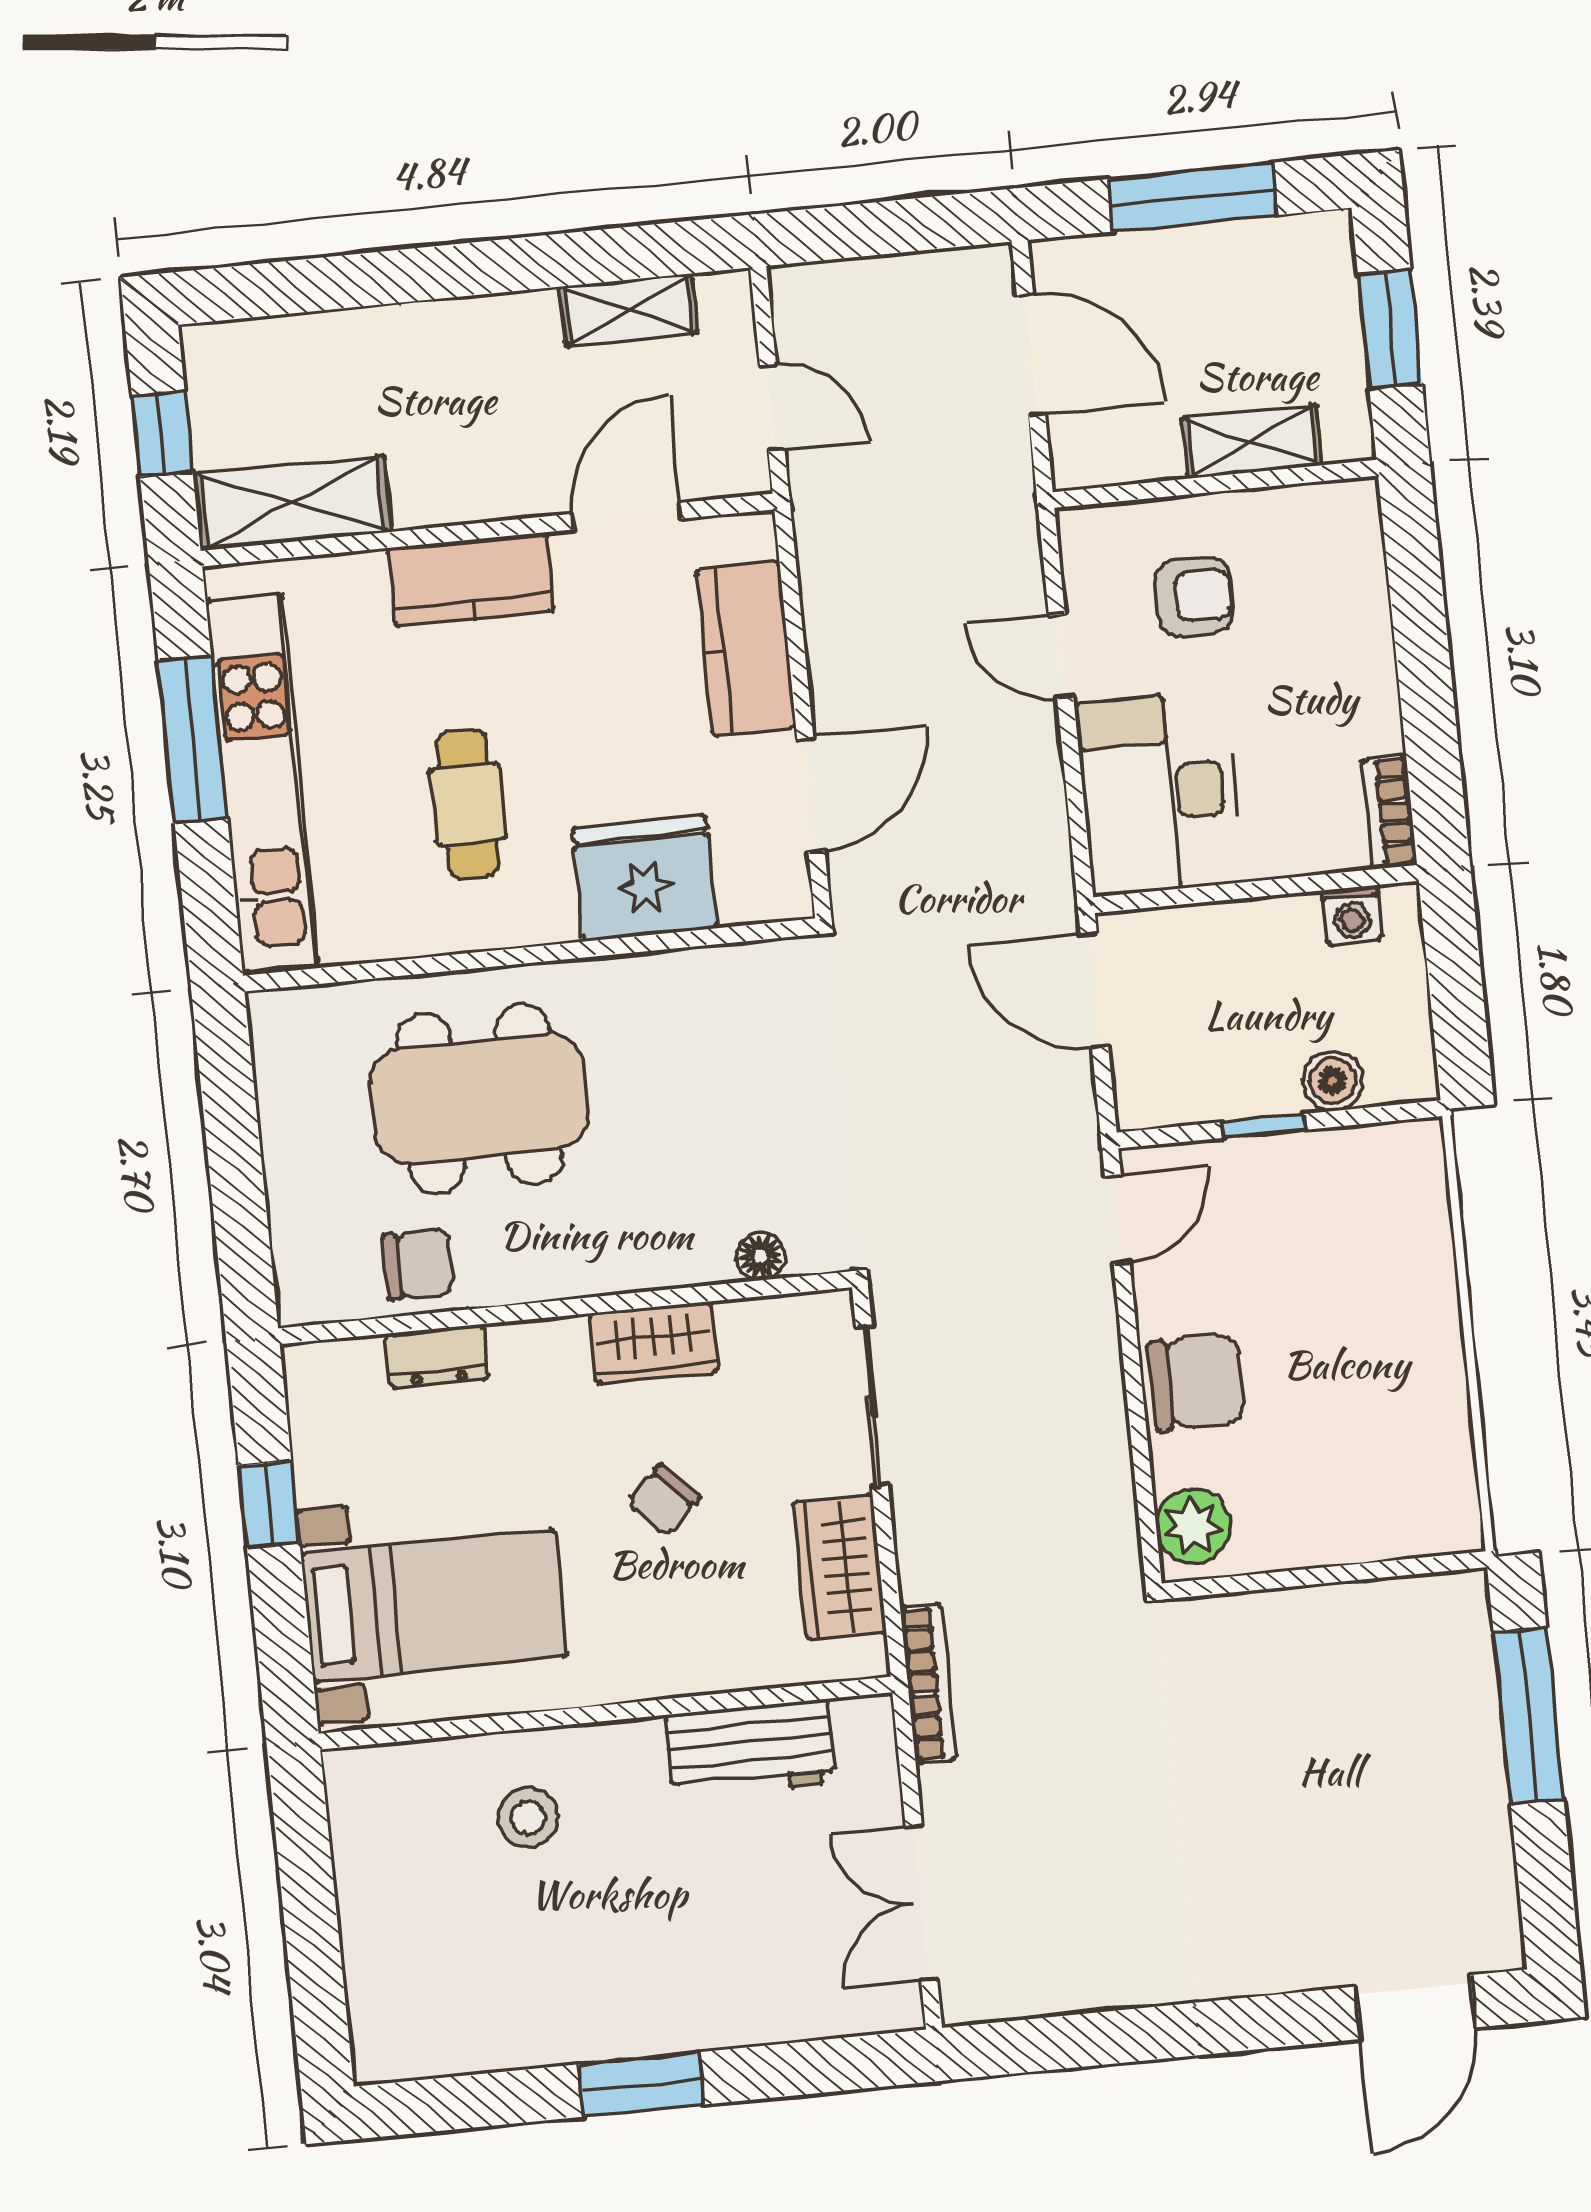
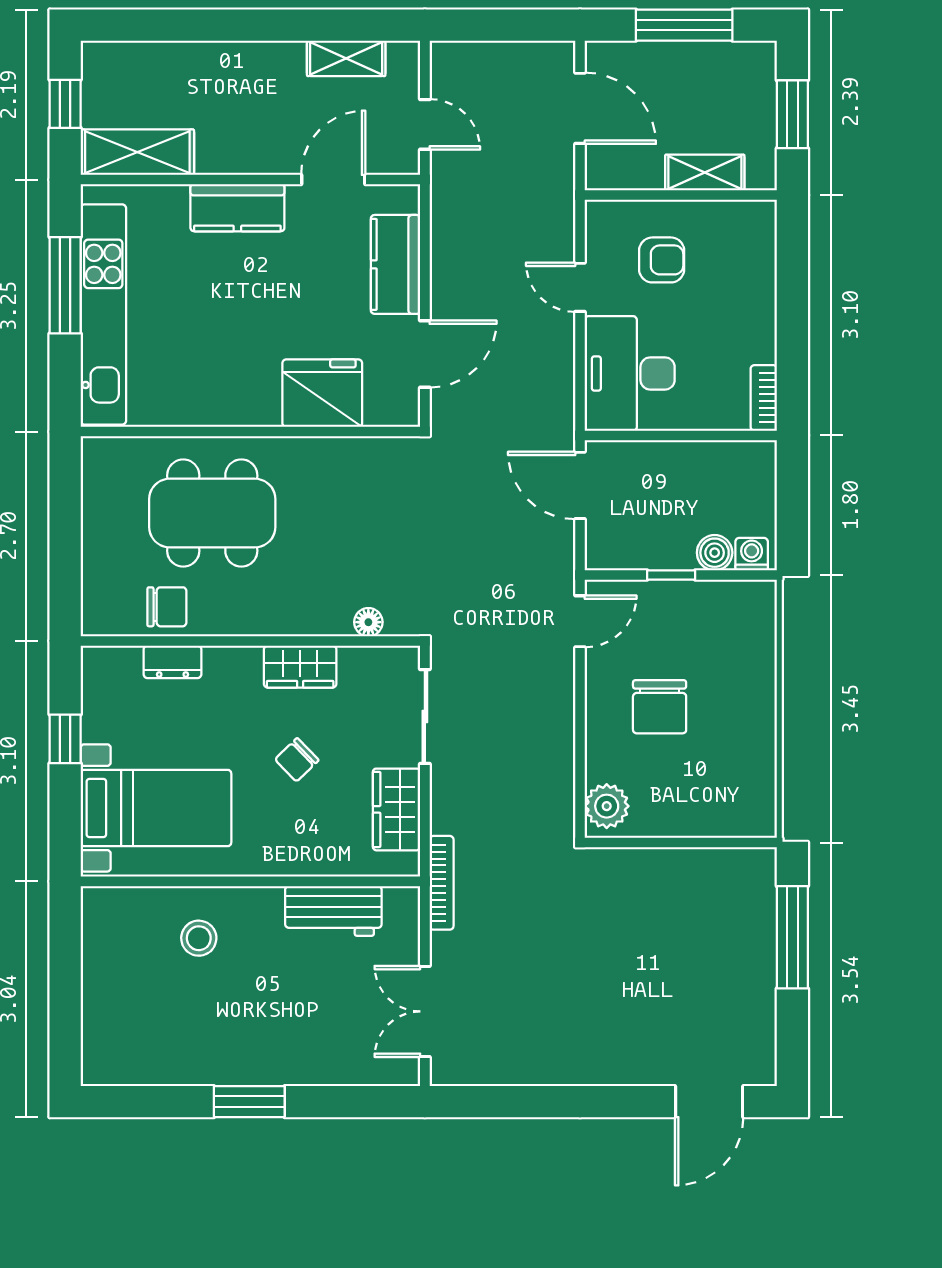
cafe table: (468, 804) -> (223, 339), removed
washing machine: (1352, 915) -> (752, 554), moved, turned 180
chair: (1196, 1382) -> (660, 707), moved, turned 90

